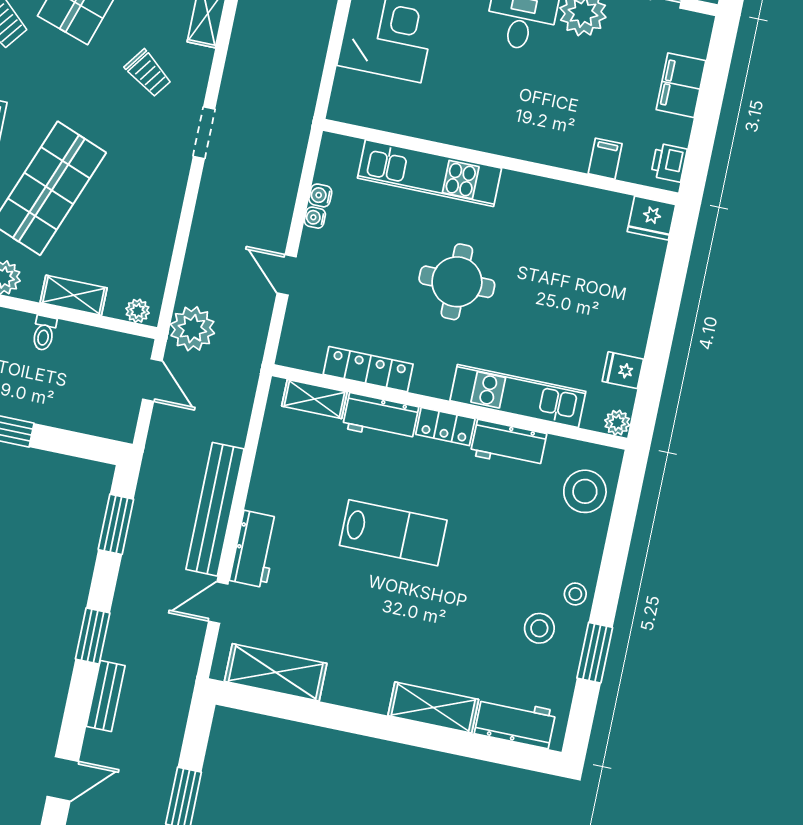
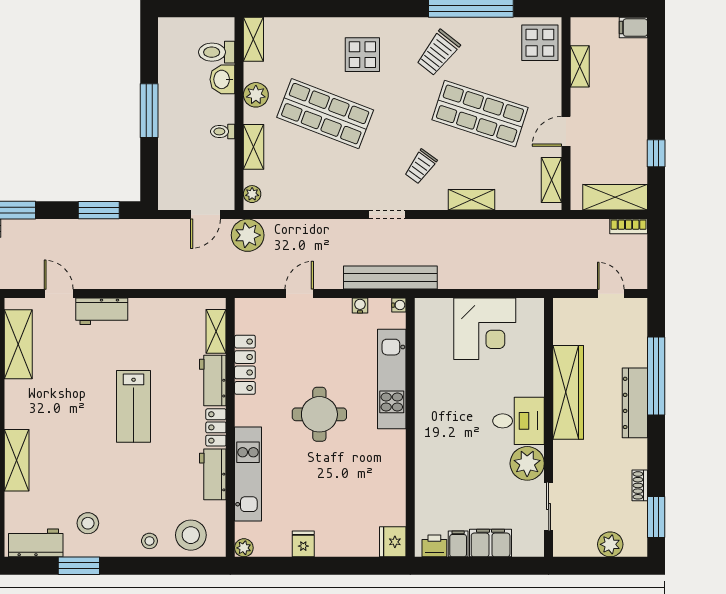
filing cabinet: (605, 159) -> (458, 544), moved, turned -90
water cooler: (315, 218) -> (399, 305), moved, turned 90
fridge: (623, 370) -> (303, 544), moved
bench: (215, 509) -> (390, 278), moved
stool: (575, 594) -> (149, 541), moved
workbench: (515, 722) -> (36, 543), moved, turned -90

